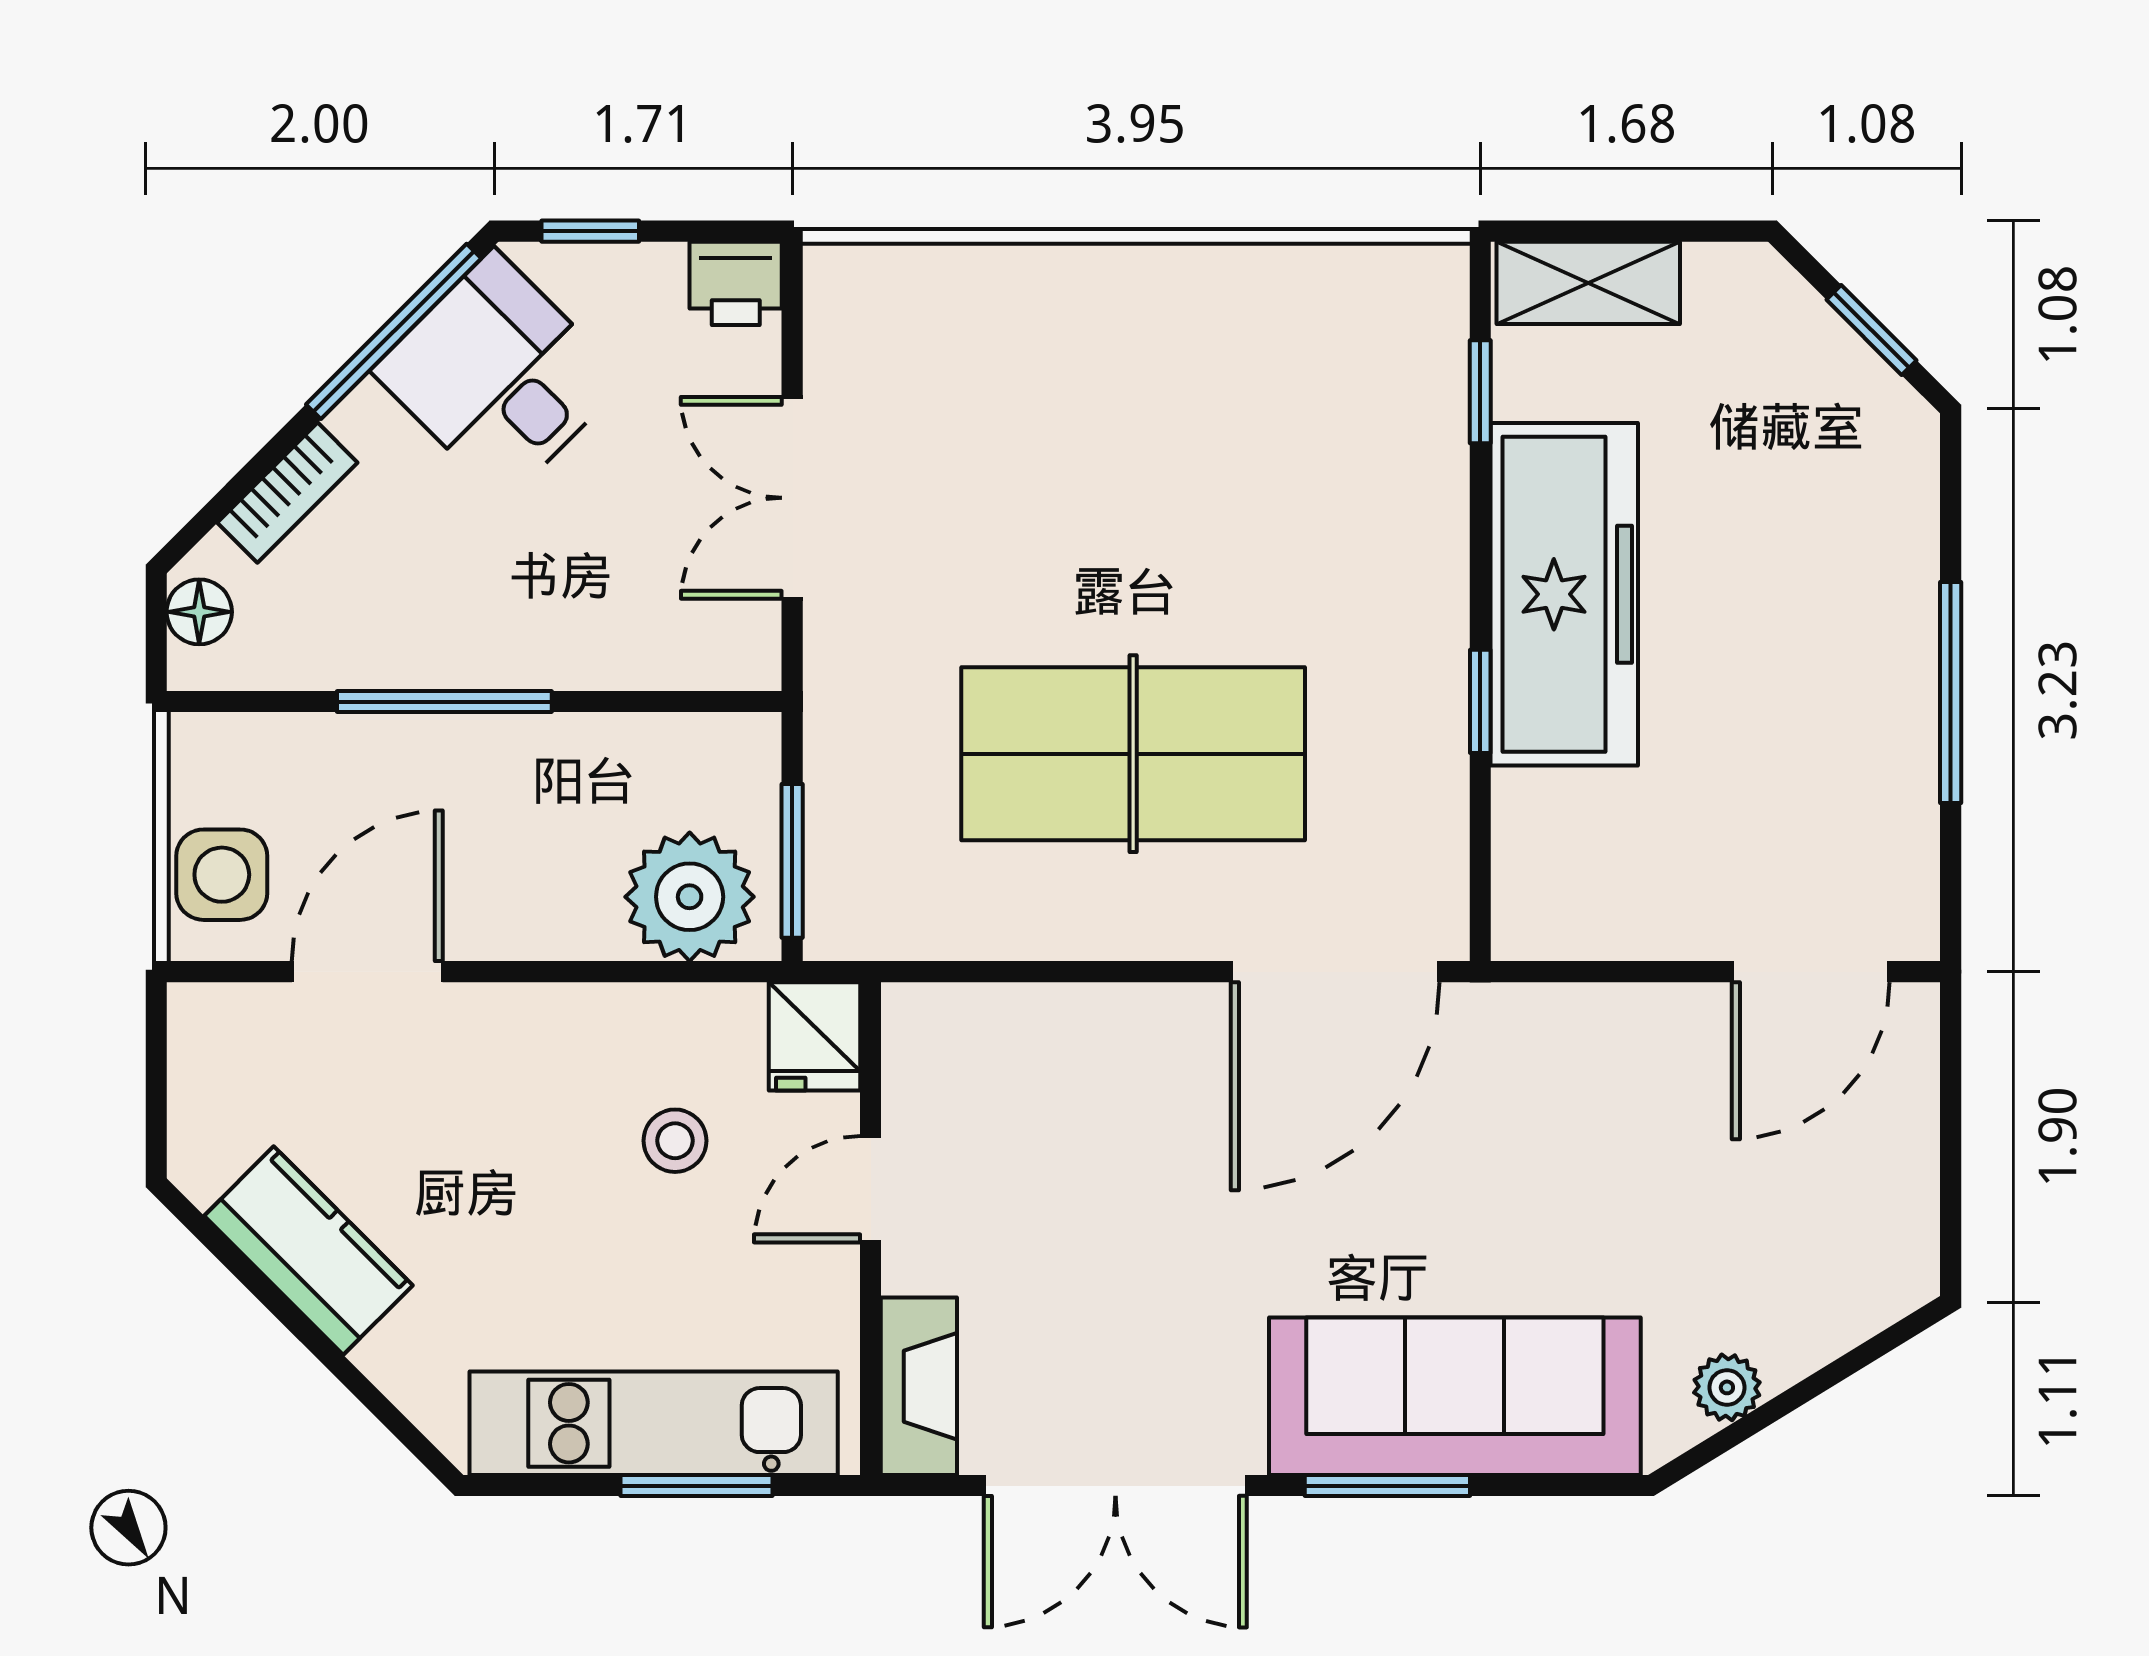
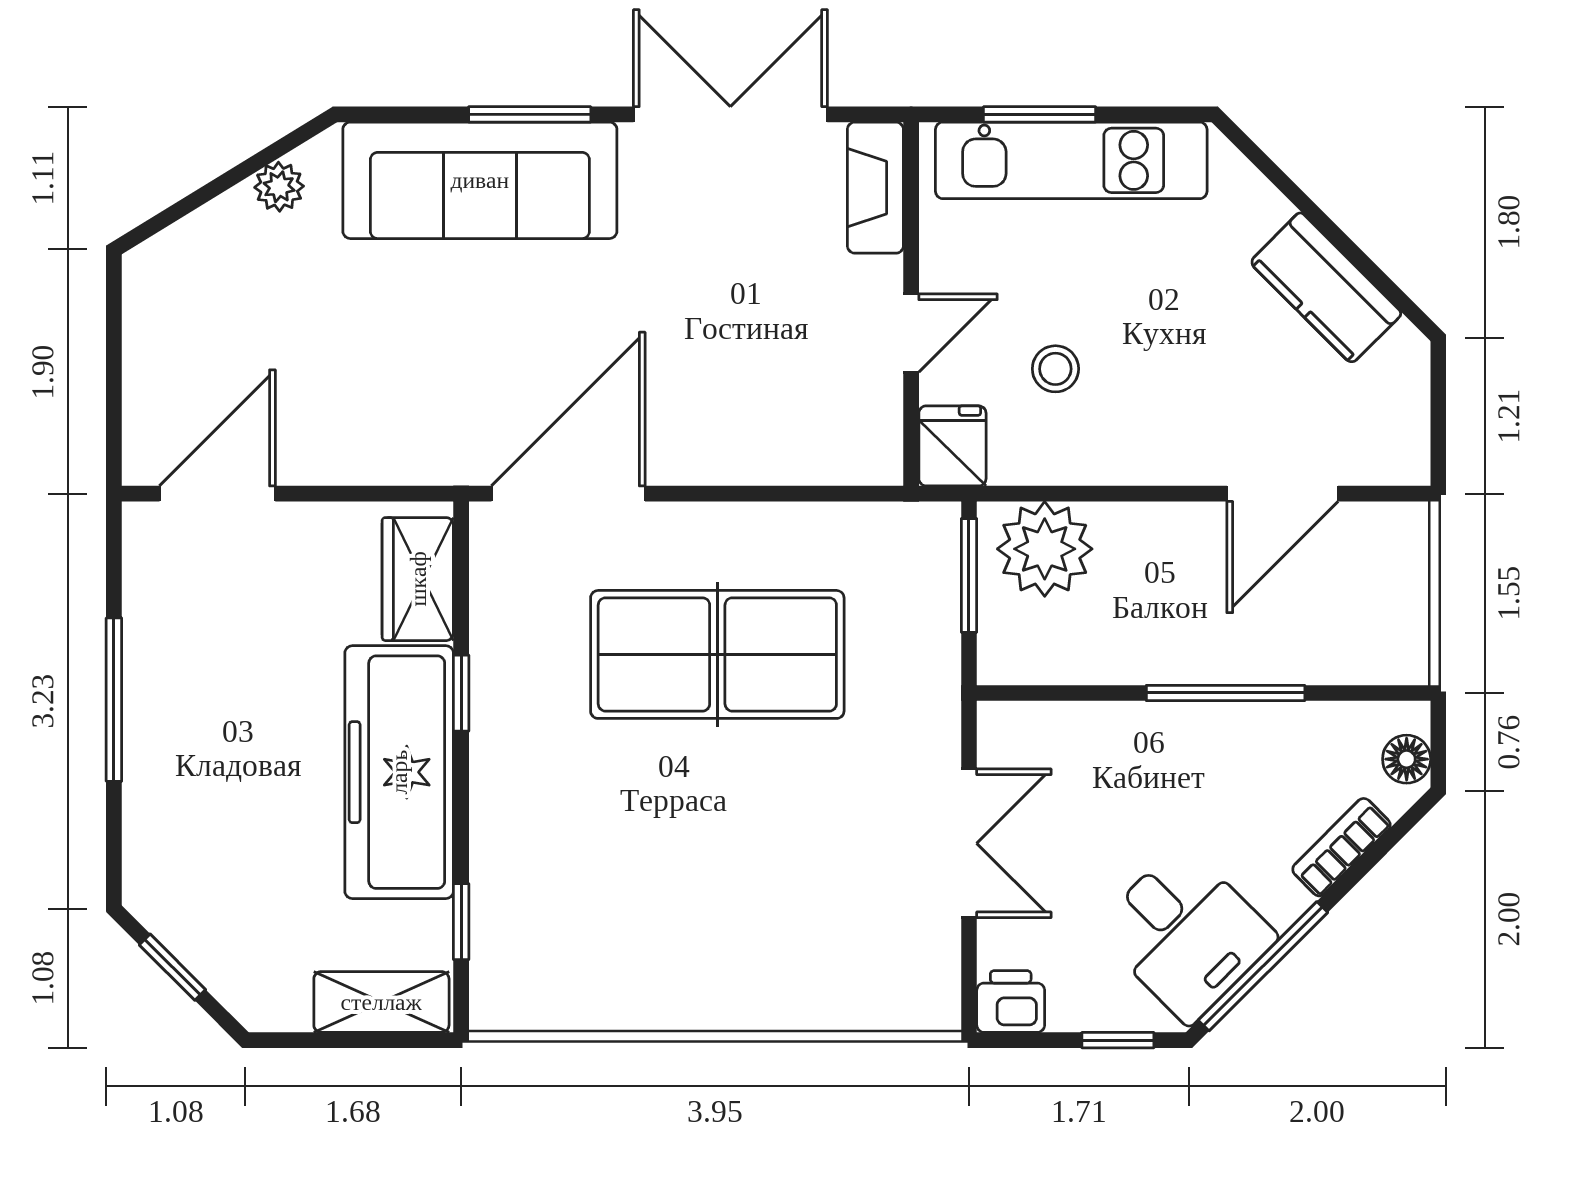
wardrobe: (1539, 856) -> (418, 579), added
side table: (222, 875) -> (1390, 565), removed

